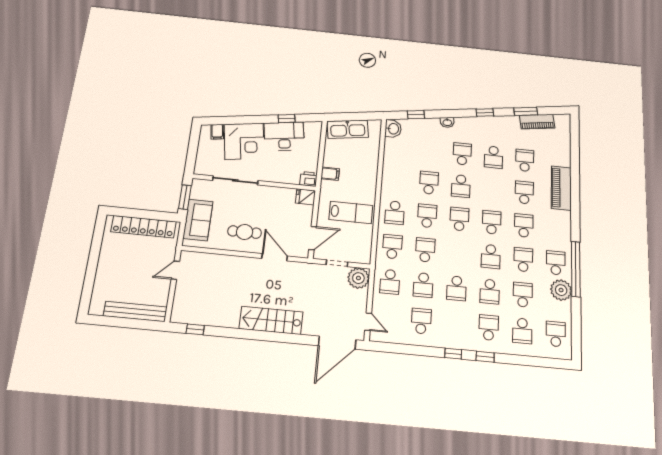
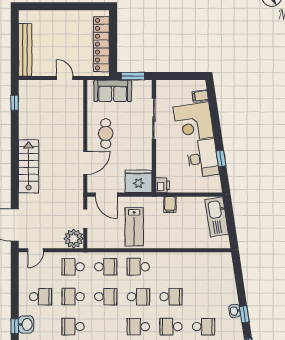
window: (416, 115) -> (244, 314), moved
washbasin: (393, 129) -> (26, 324), moved, turned -90
fridge: (305, 197) -> (139, 181), width x1.88, depth x1.34
school desk: (459, 219) -> (138, 327), turned 180

